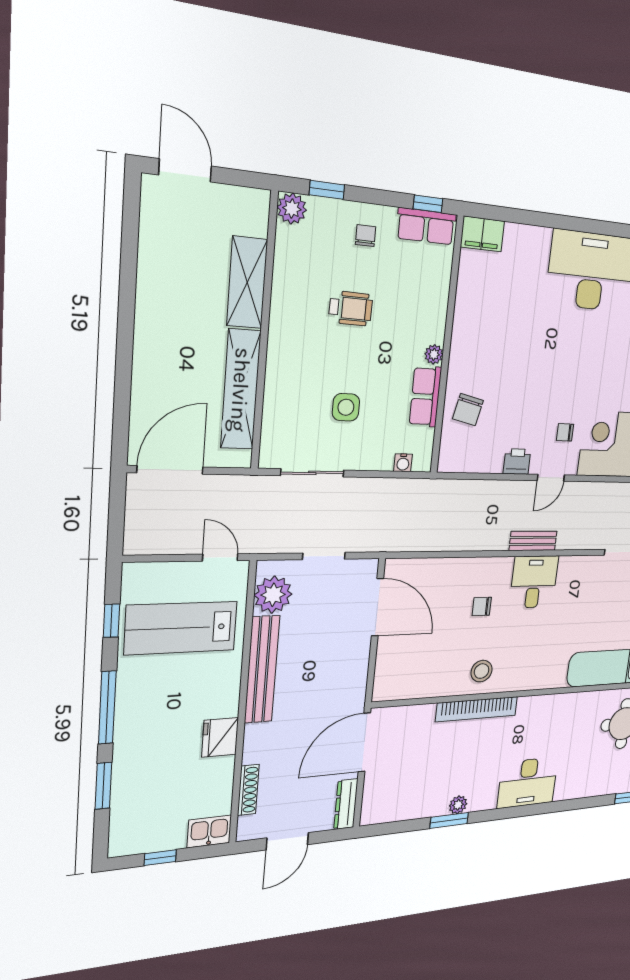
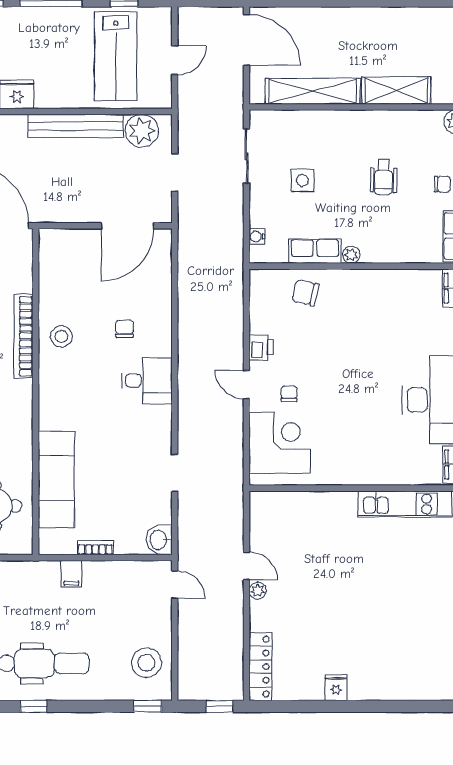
bench: (533, 541) -> (187, 374), removed
door: (220, 557) -> (175, 60), moved
lab bench: (181, 628) -> (116, 56), turned 180

